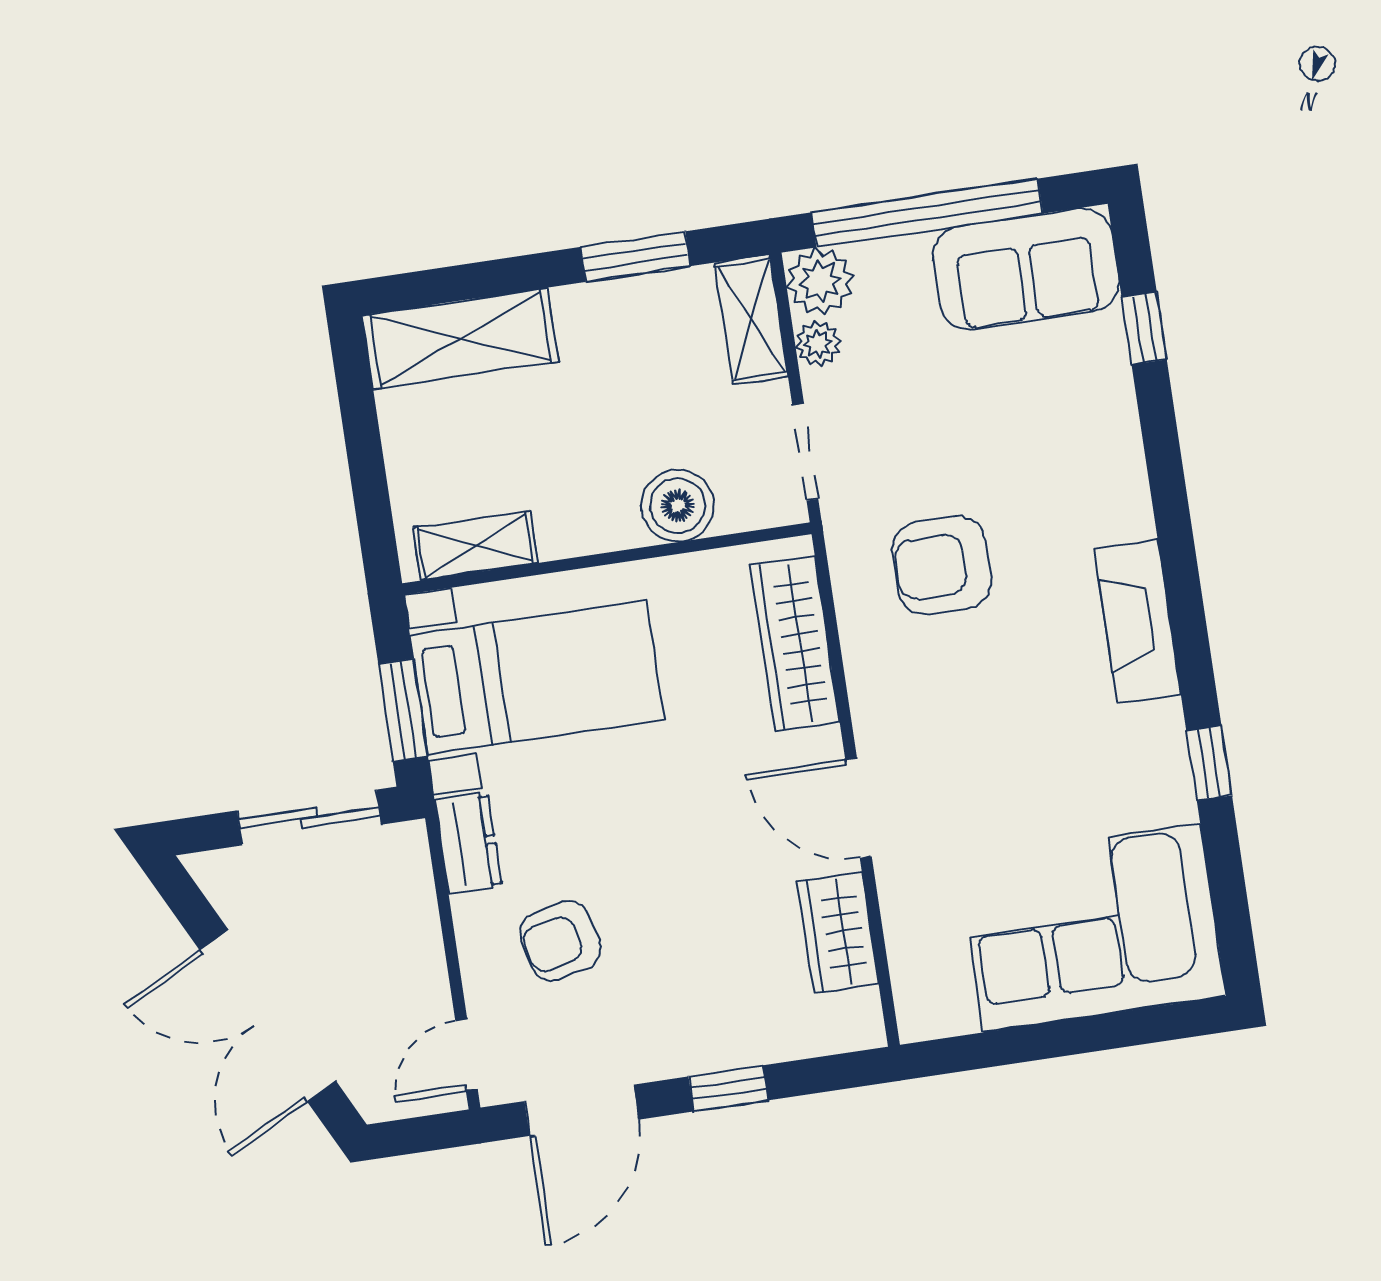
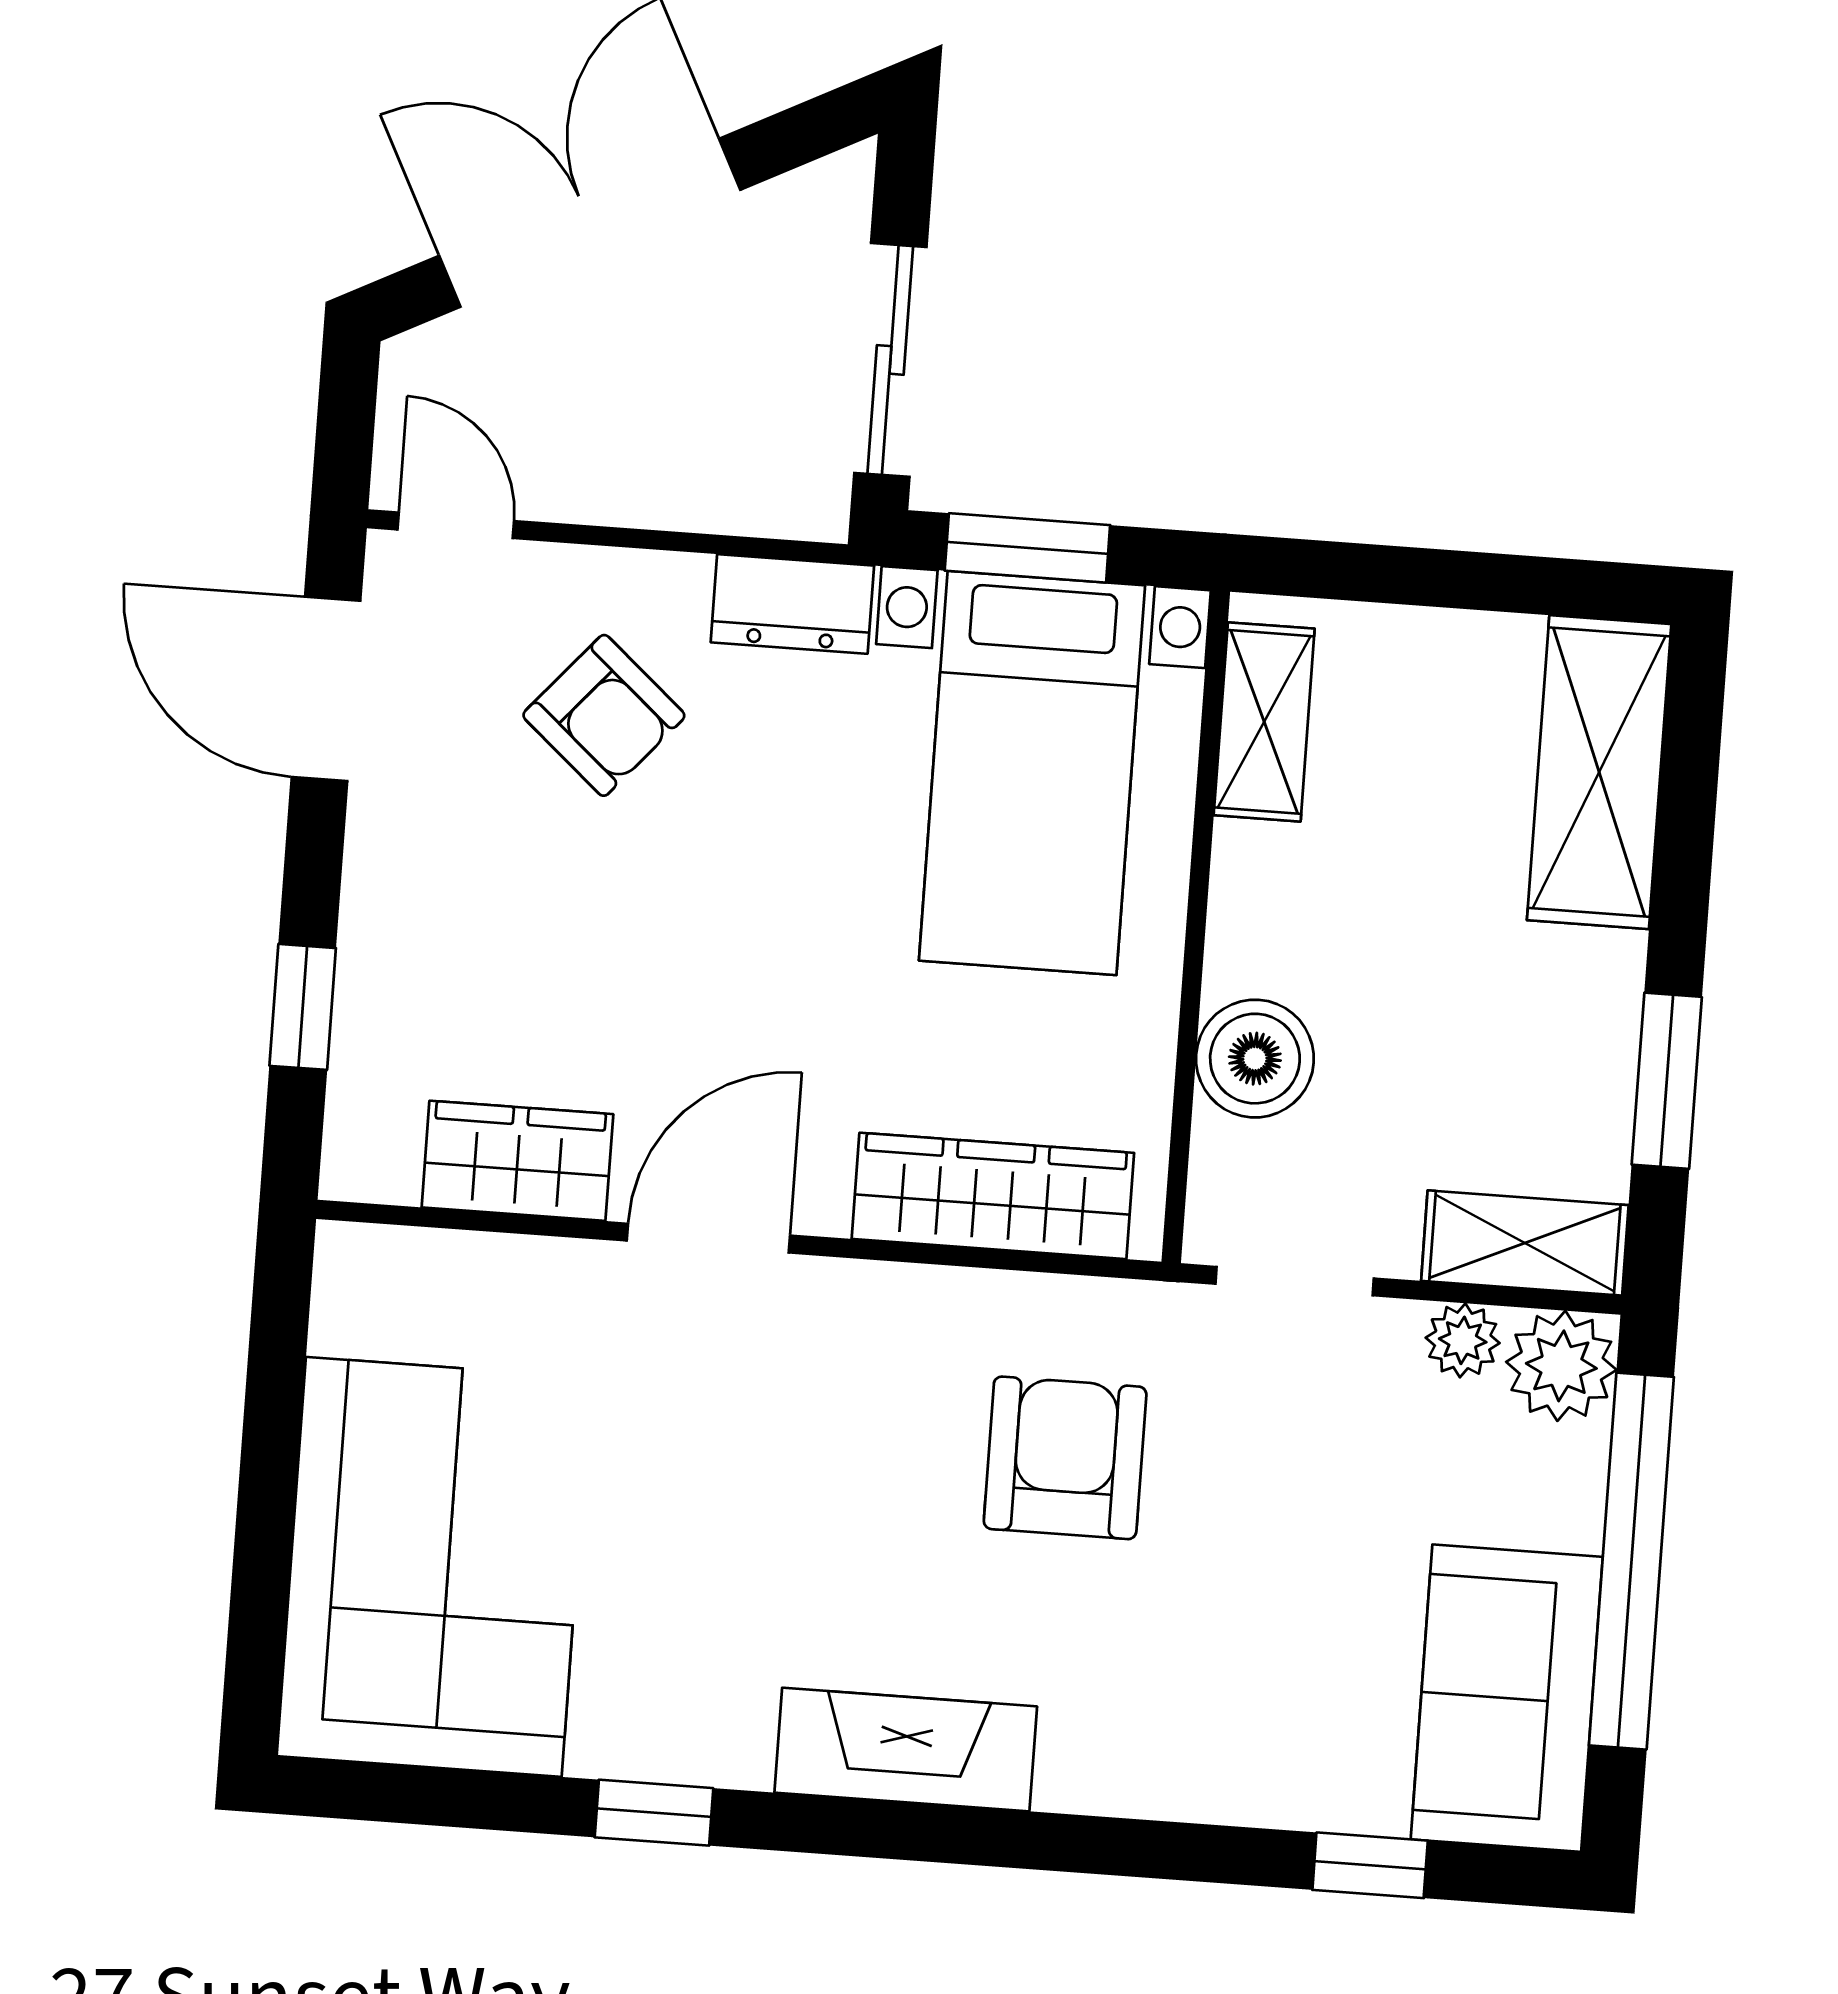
armchair: (560, 941) -> (604, 715), turned 145
window: (728, 1088) -> (303, 1007), moved

